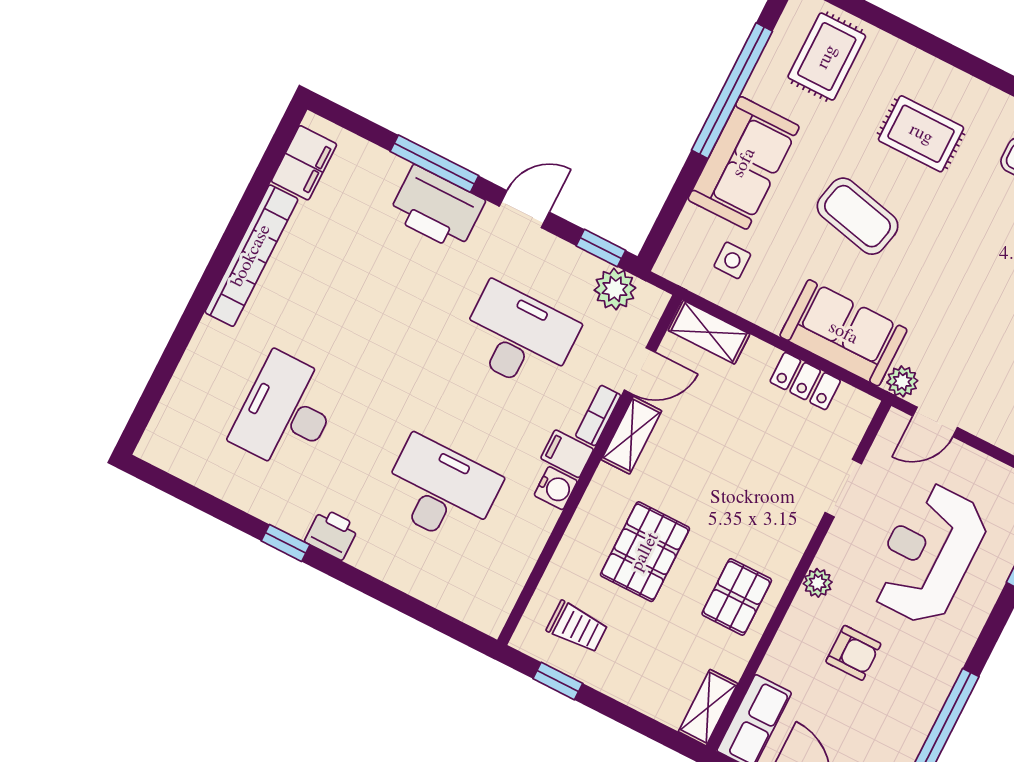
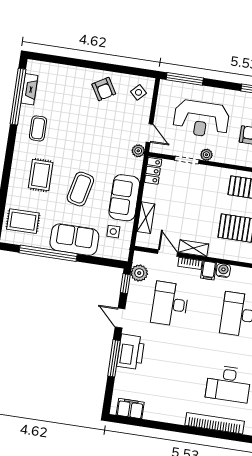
bookcase: (251, 256) -> (215, 423), moved
shelving: (709, 332) -> (146, 218), moved
sofa: (843, 333) -> (124, 198), moved
locker: (805, 381) -> (153, 171), moved
plant: (818, 583) -> (206, 155), moved

